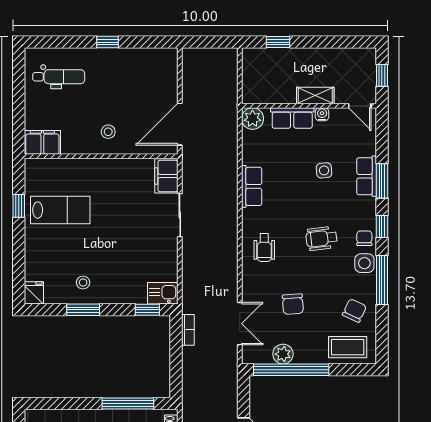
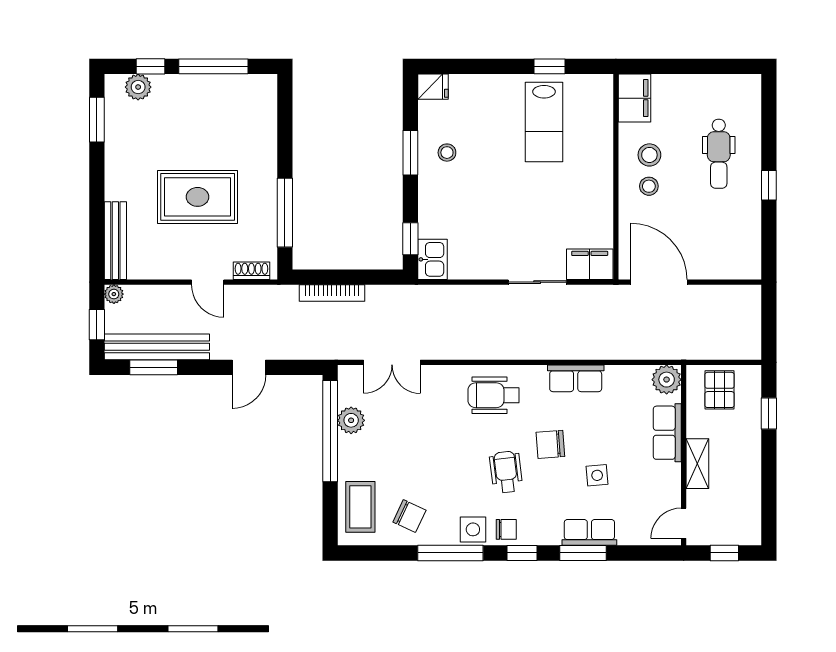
dental chair: (59, 77) -> (719, 154), moved
pallet: (260, 79) -> (720, 390), added
water cooler: (322, 114) -> (672, 473), removed
stool: (85, 131) -> (649, 155), added
wheelchair: (264, 248) -> (494, 395), width x1.36, depth x1.37
chair: (293, 304) -> (550, 444), moved
bookcase: (188, 330) -> (332, 293), moved, width x1.56

